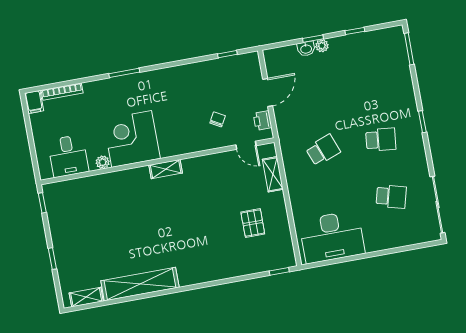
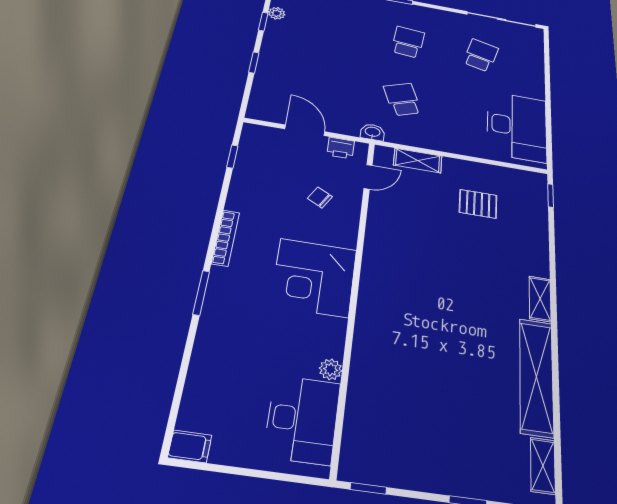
plant: (322, 46) -> (277, 13), moved
washbasin: (306, 49) -> (373, 132), moved, turned -90
bookcase: (62, 92) -> (226, 238), moved
corner desk: (132, 139) -> (314, 277), moved
desk: (68, 156) -> (302, 419), width x1.37
shelving: (166, 169) -> (540, 299), moved

